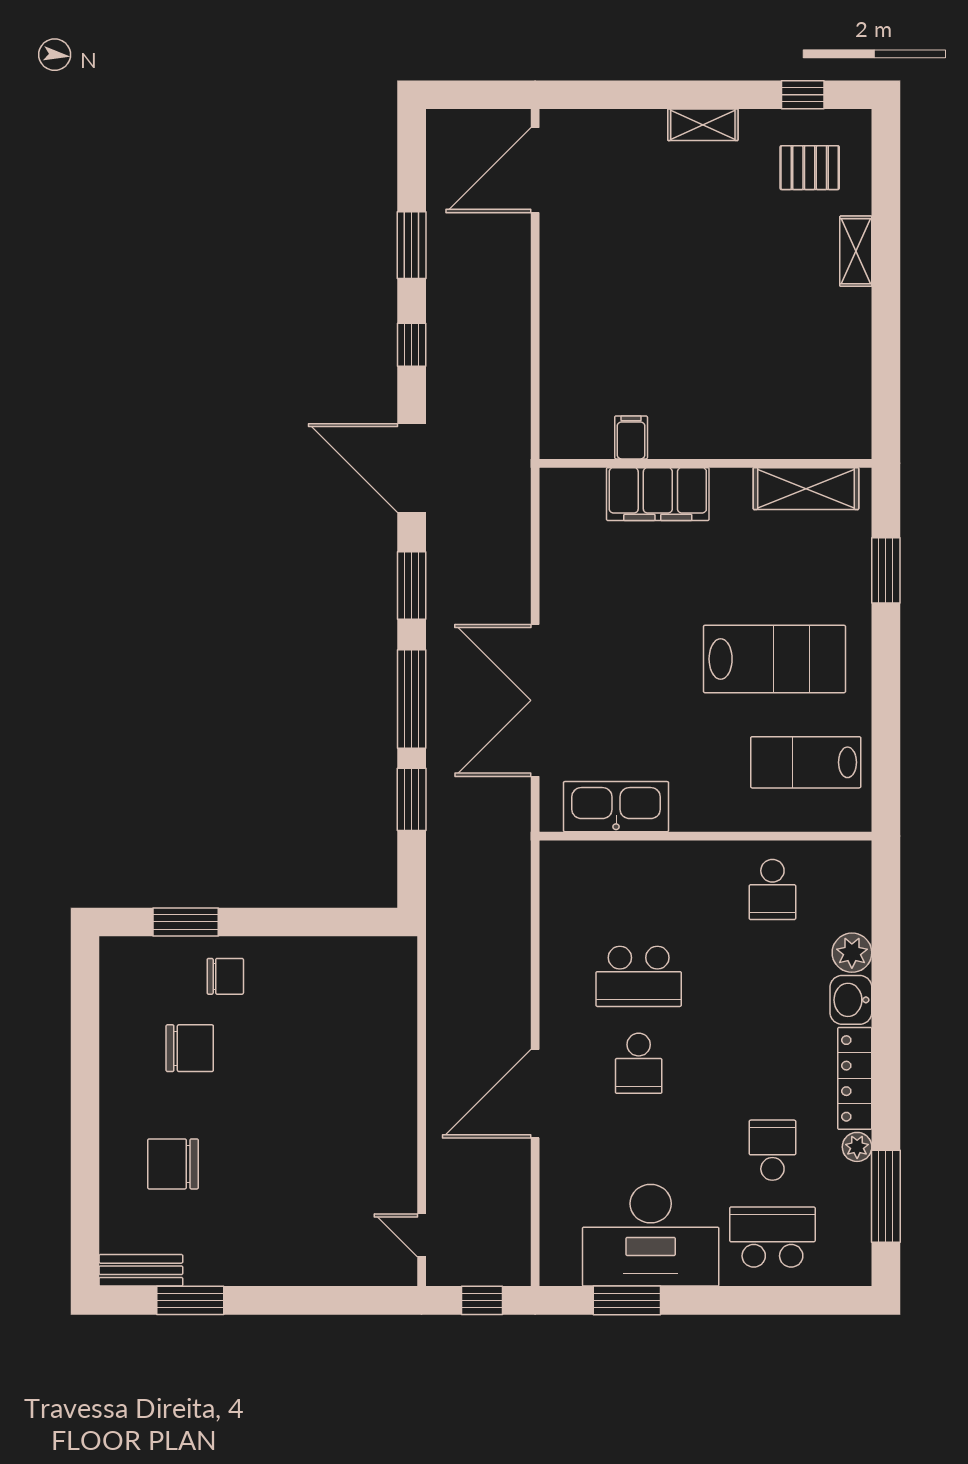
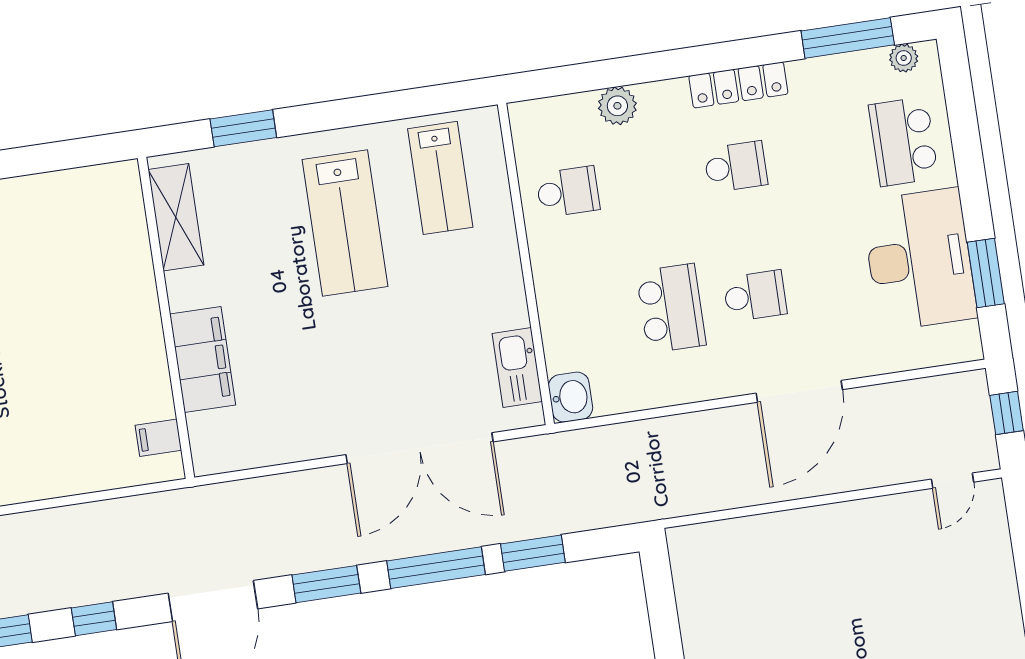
filing cabinet: (631, 437) -> (158, 438), moved
lab bench: (774, 659) -> (345, 223), turned 180
kitchen sink: (616, 807) -> (517, 368), width x0.73, depth x0.81
washbasin: (851, 1000) -> (571, 397), moved, turned -90
door: (535, 1094) -> (799, 391), hinge flipped
plant: (857, 1147) -> (904, 58), moved
school desk: (772, 1150) -> (736, 167), moved, turned 180

